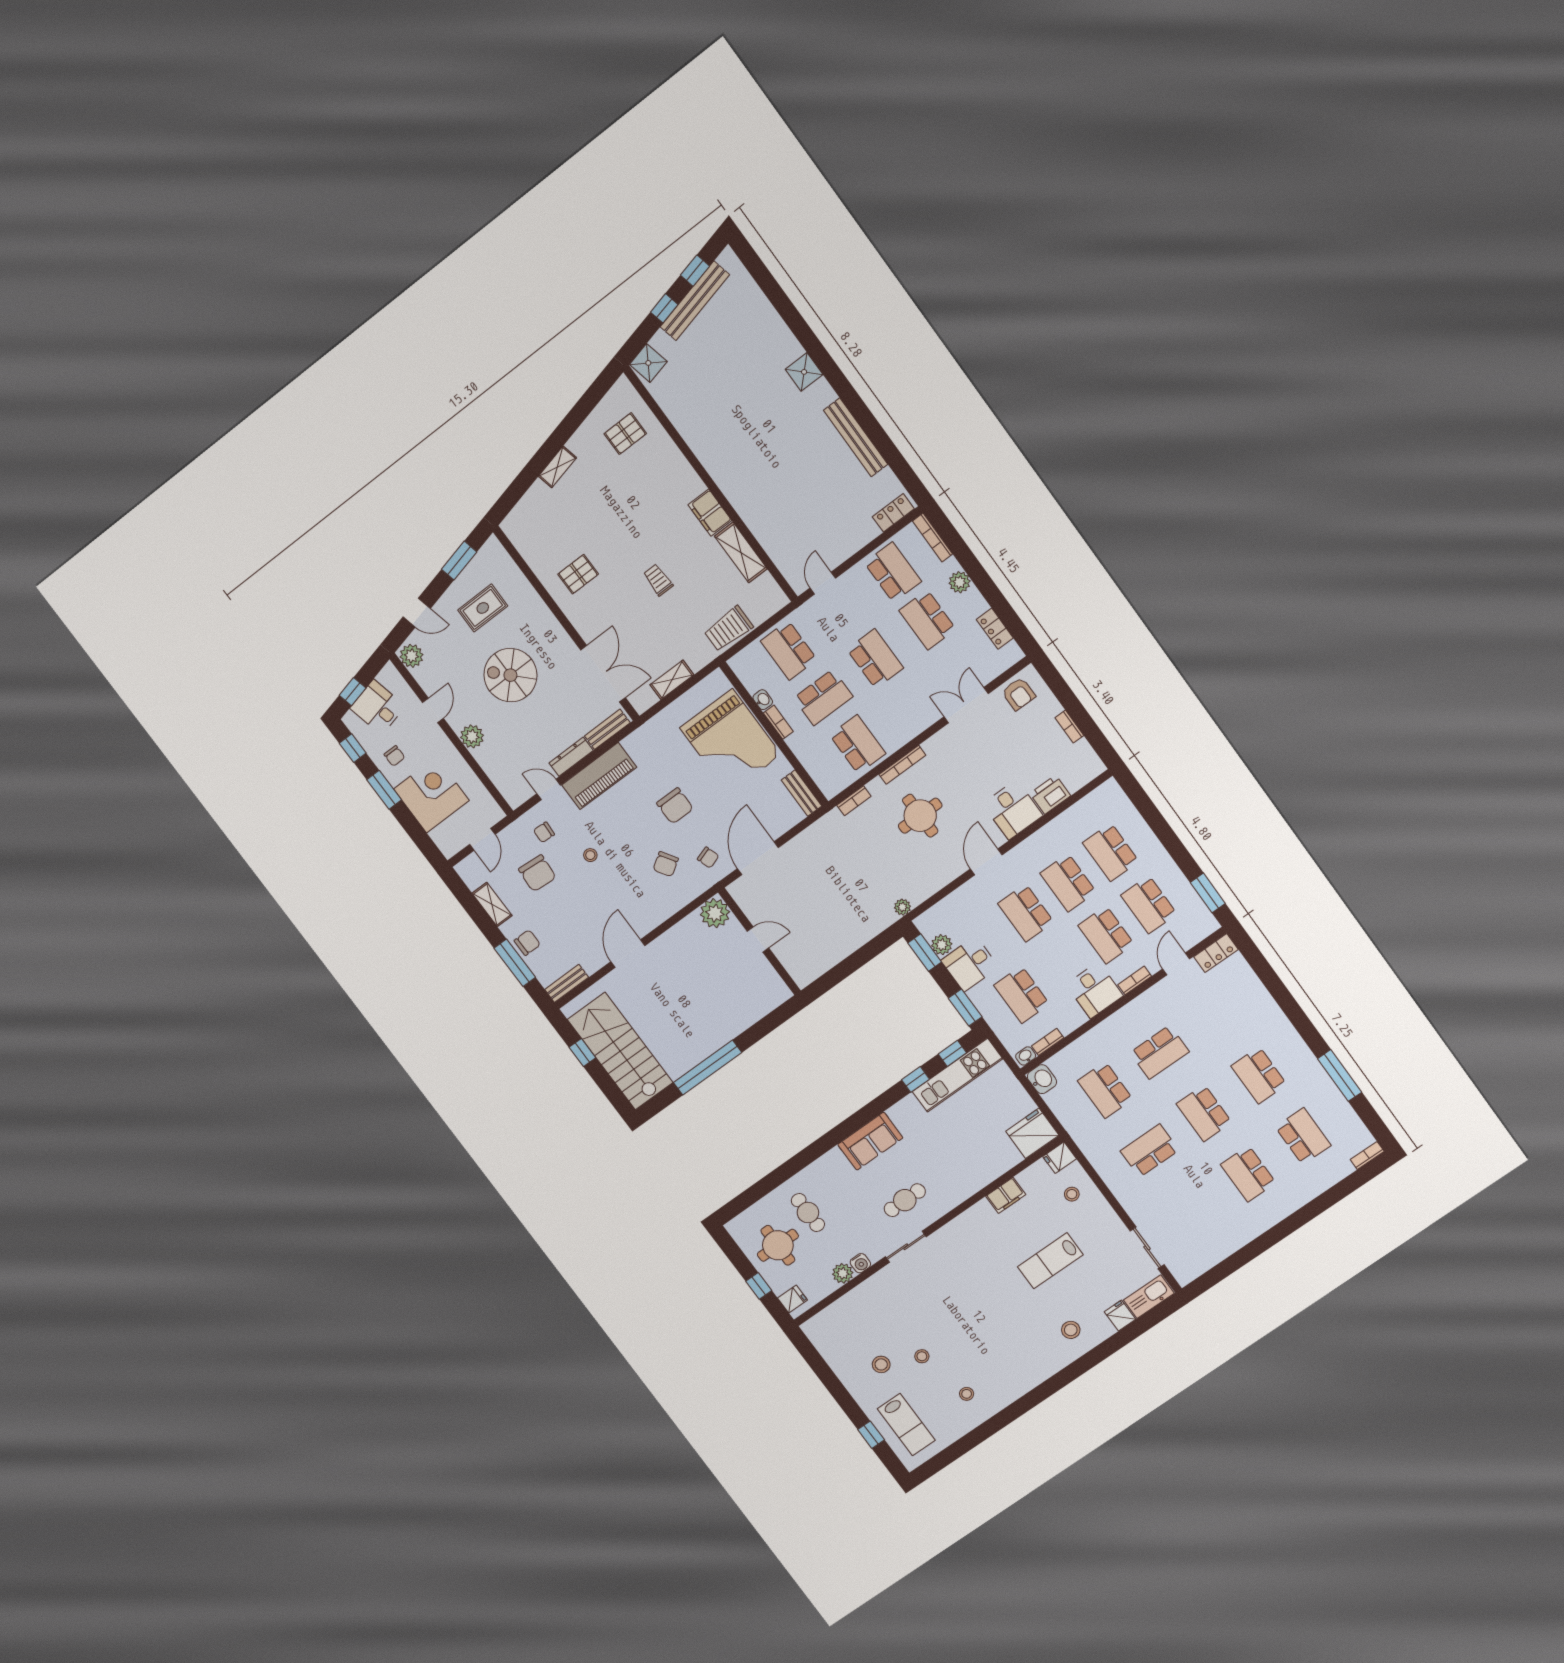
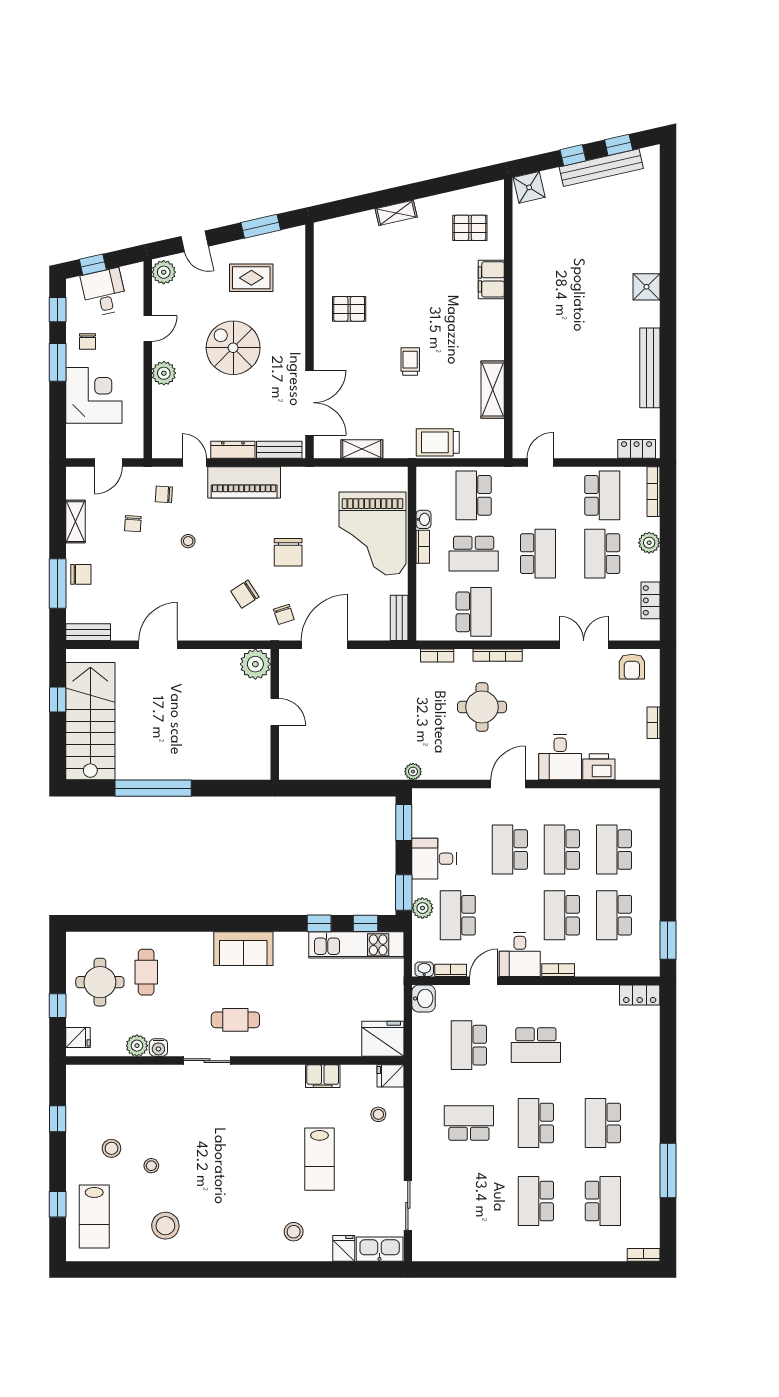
filing cabinet: (710, 513) -> (491, 279), moved
chair: (537, 873) -> (133, 524), width x0.54, depth x0.54
plant: (942, 945) -> (422, 908), moved
door: (1176, 964) -> (484, 981), moved
lab bench: (1050, 1261) -> (319, 1159), turned -90
window: (823, 1371) -> (58, 1119), added
stool: (967, 1394) -> (165, 1226), width x1.89, depth x1.89

